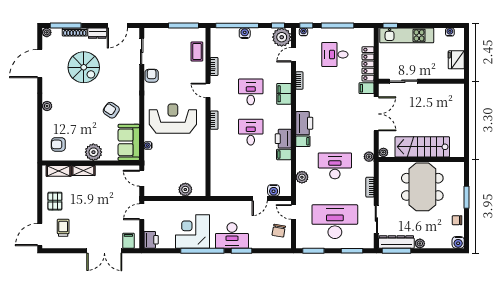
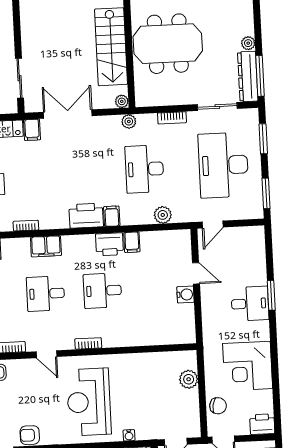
door: (208, 90) -> (46, 354), hinge flipped
water cooler: (274, 190) -> (185, 295), moved
chair: (279, 231) -> (218, 406), moved
desk: (232, 235) -> (250, 304), width x0.73
window: (202, 251) -> (274, 351), removed

